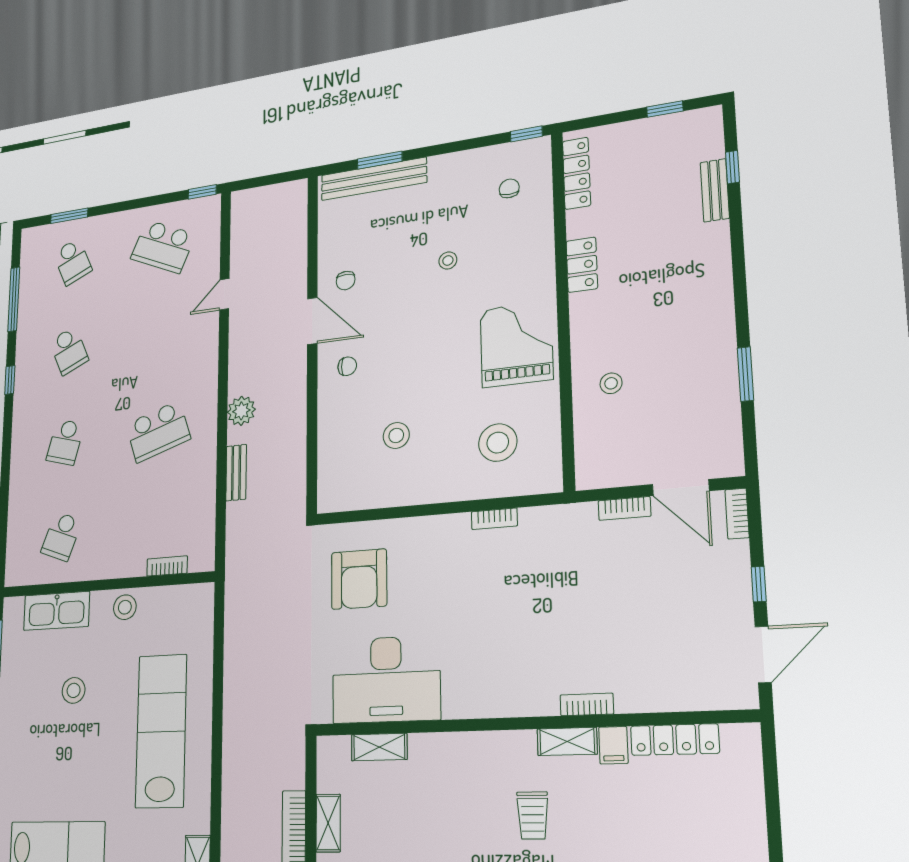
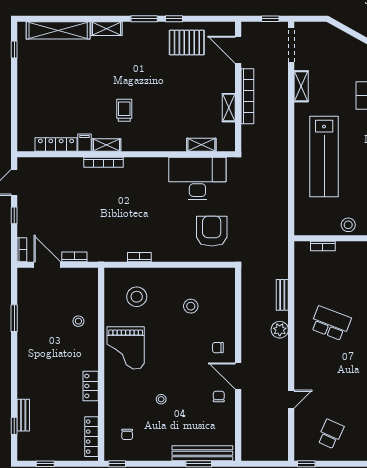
school desk: (163, 247) -> (331, 434), width x0.54
school desk: (158, 432) -> (331, 323), turned 39
bookcase: (587, 704) -> (103, 162), width x1.56

